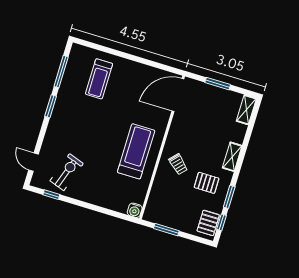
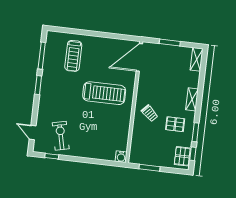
treadmill: (136, 151) -> (104, 93), moved, turned 90
exercise bike: (67, 172) -> (61, 136), turned -32

